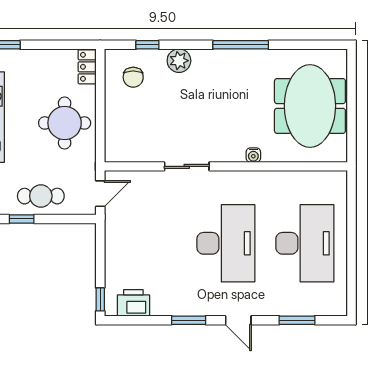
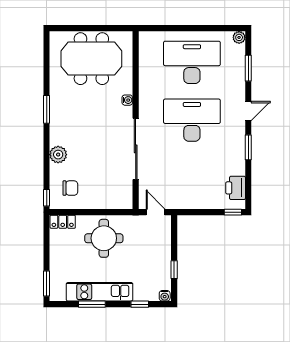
window: (147, 45) -> (47, 198), moved
window: (241, 45) -> (47, 109), width x0.69
sliding door: (187, 166) -> (136, 149), width x1.86
cafe table: (41, 196) -> (157, 256), removed
plant: (339, 308) -> (239, 37), added

